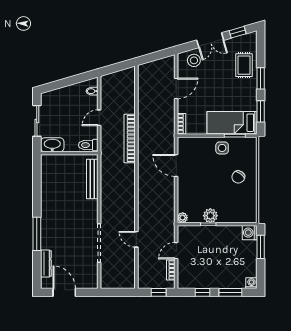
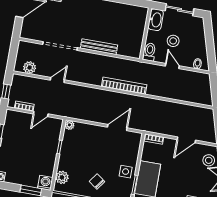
door: (176, 88) -> (186, 140), hinge flipped
stool: (72, 122) -> (173, 41), added
bookcase: (130, 138) -> (124, 86), moved
bench: (92, 179) -> (99, 47), moved
plant: (210, 216) -> (62, 177), moved
door: (176, 251) -> (41, 114), swing flipped
plant: (128, 272) -> (30, 68), added

